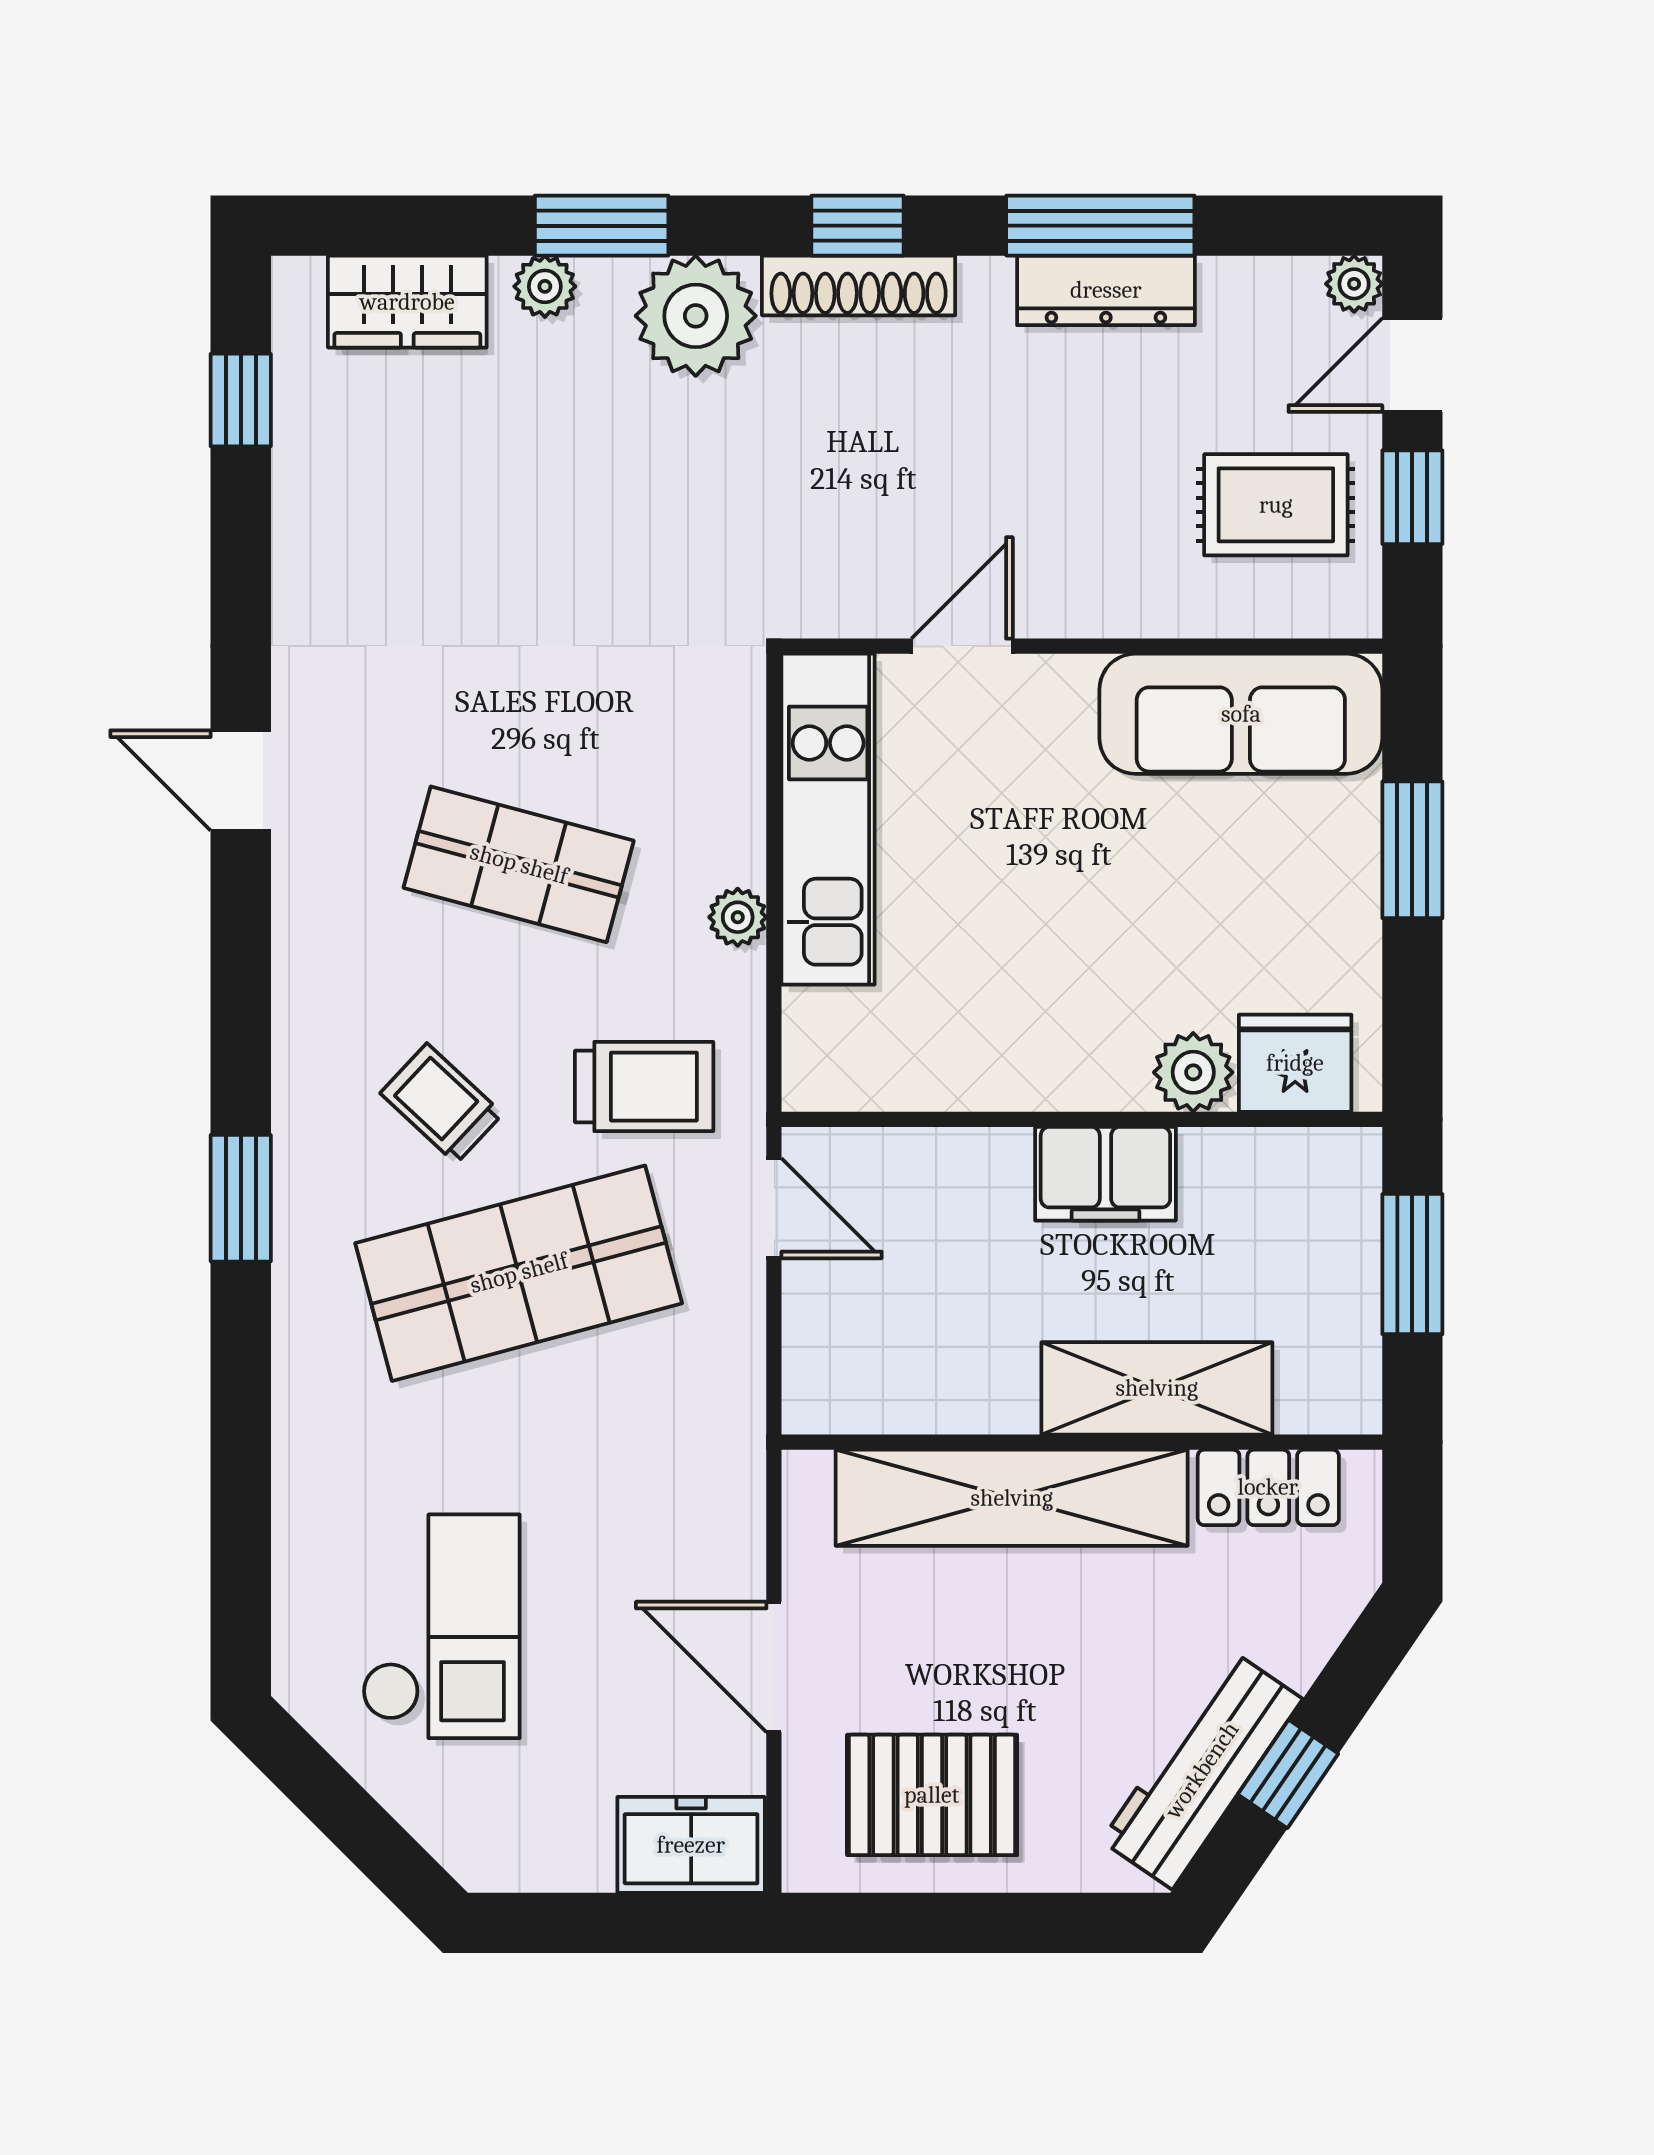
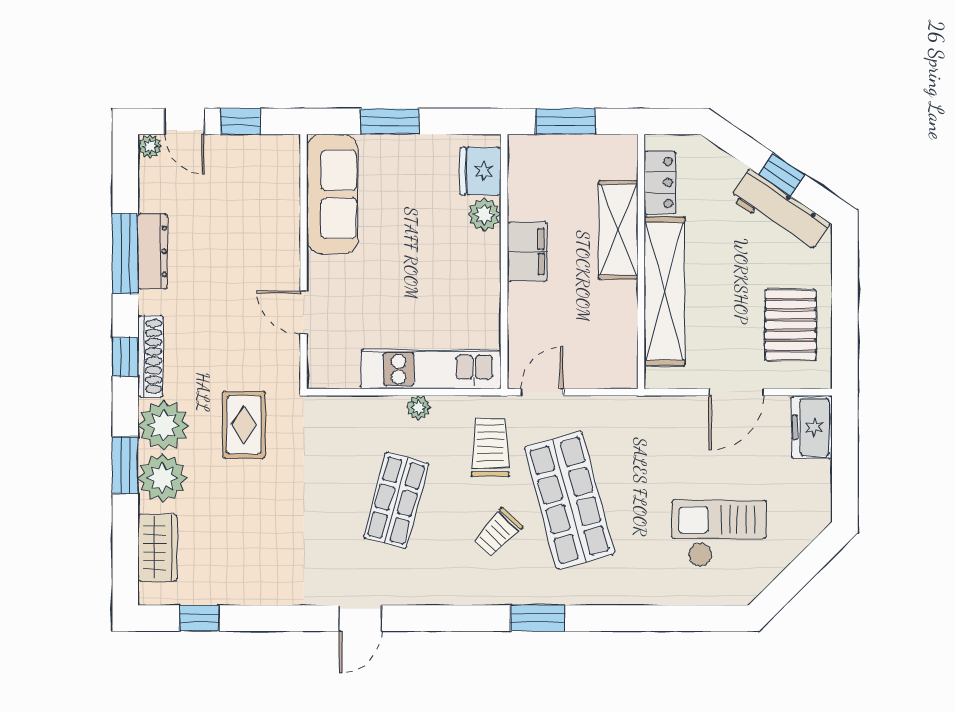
plant: (545, 286) -> (162, 478), width x1.88, depth x1.88
rug: (1276, 505) -> (244, 425), moved
kitchen unit: (828, 819) -> (431, 369), moved

